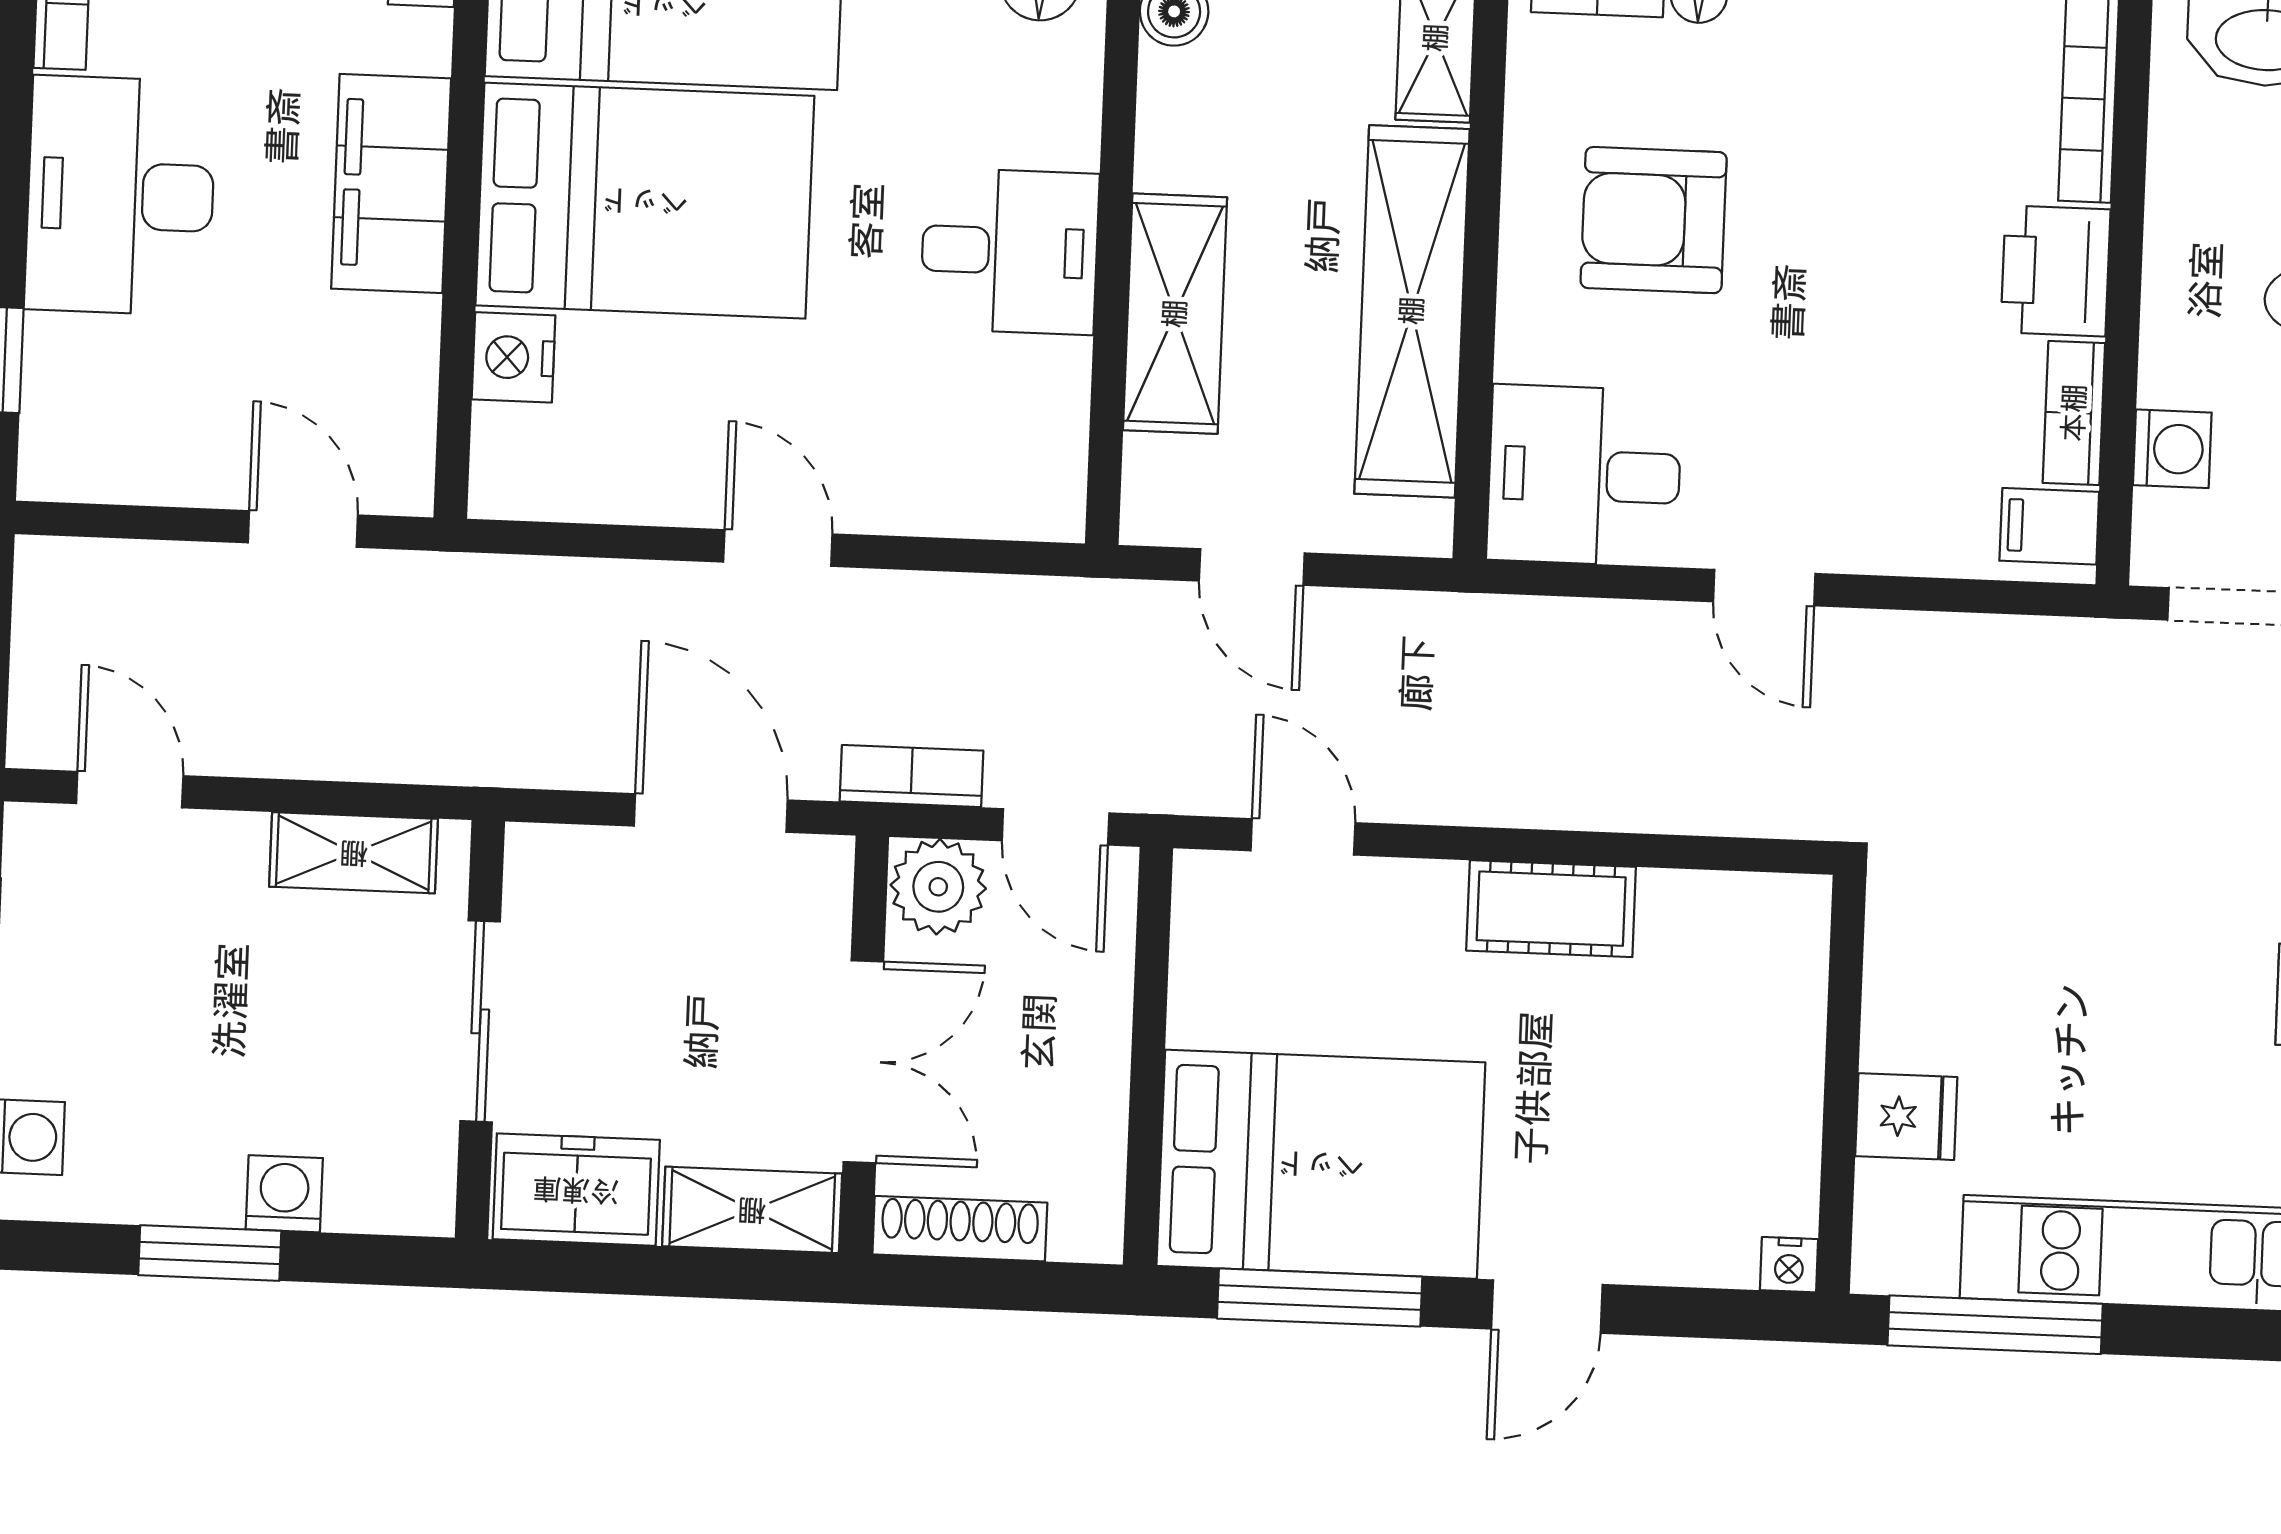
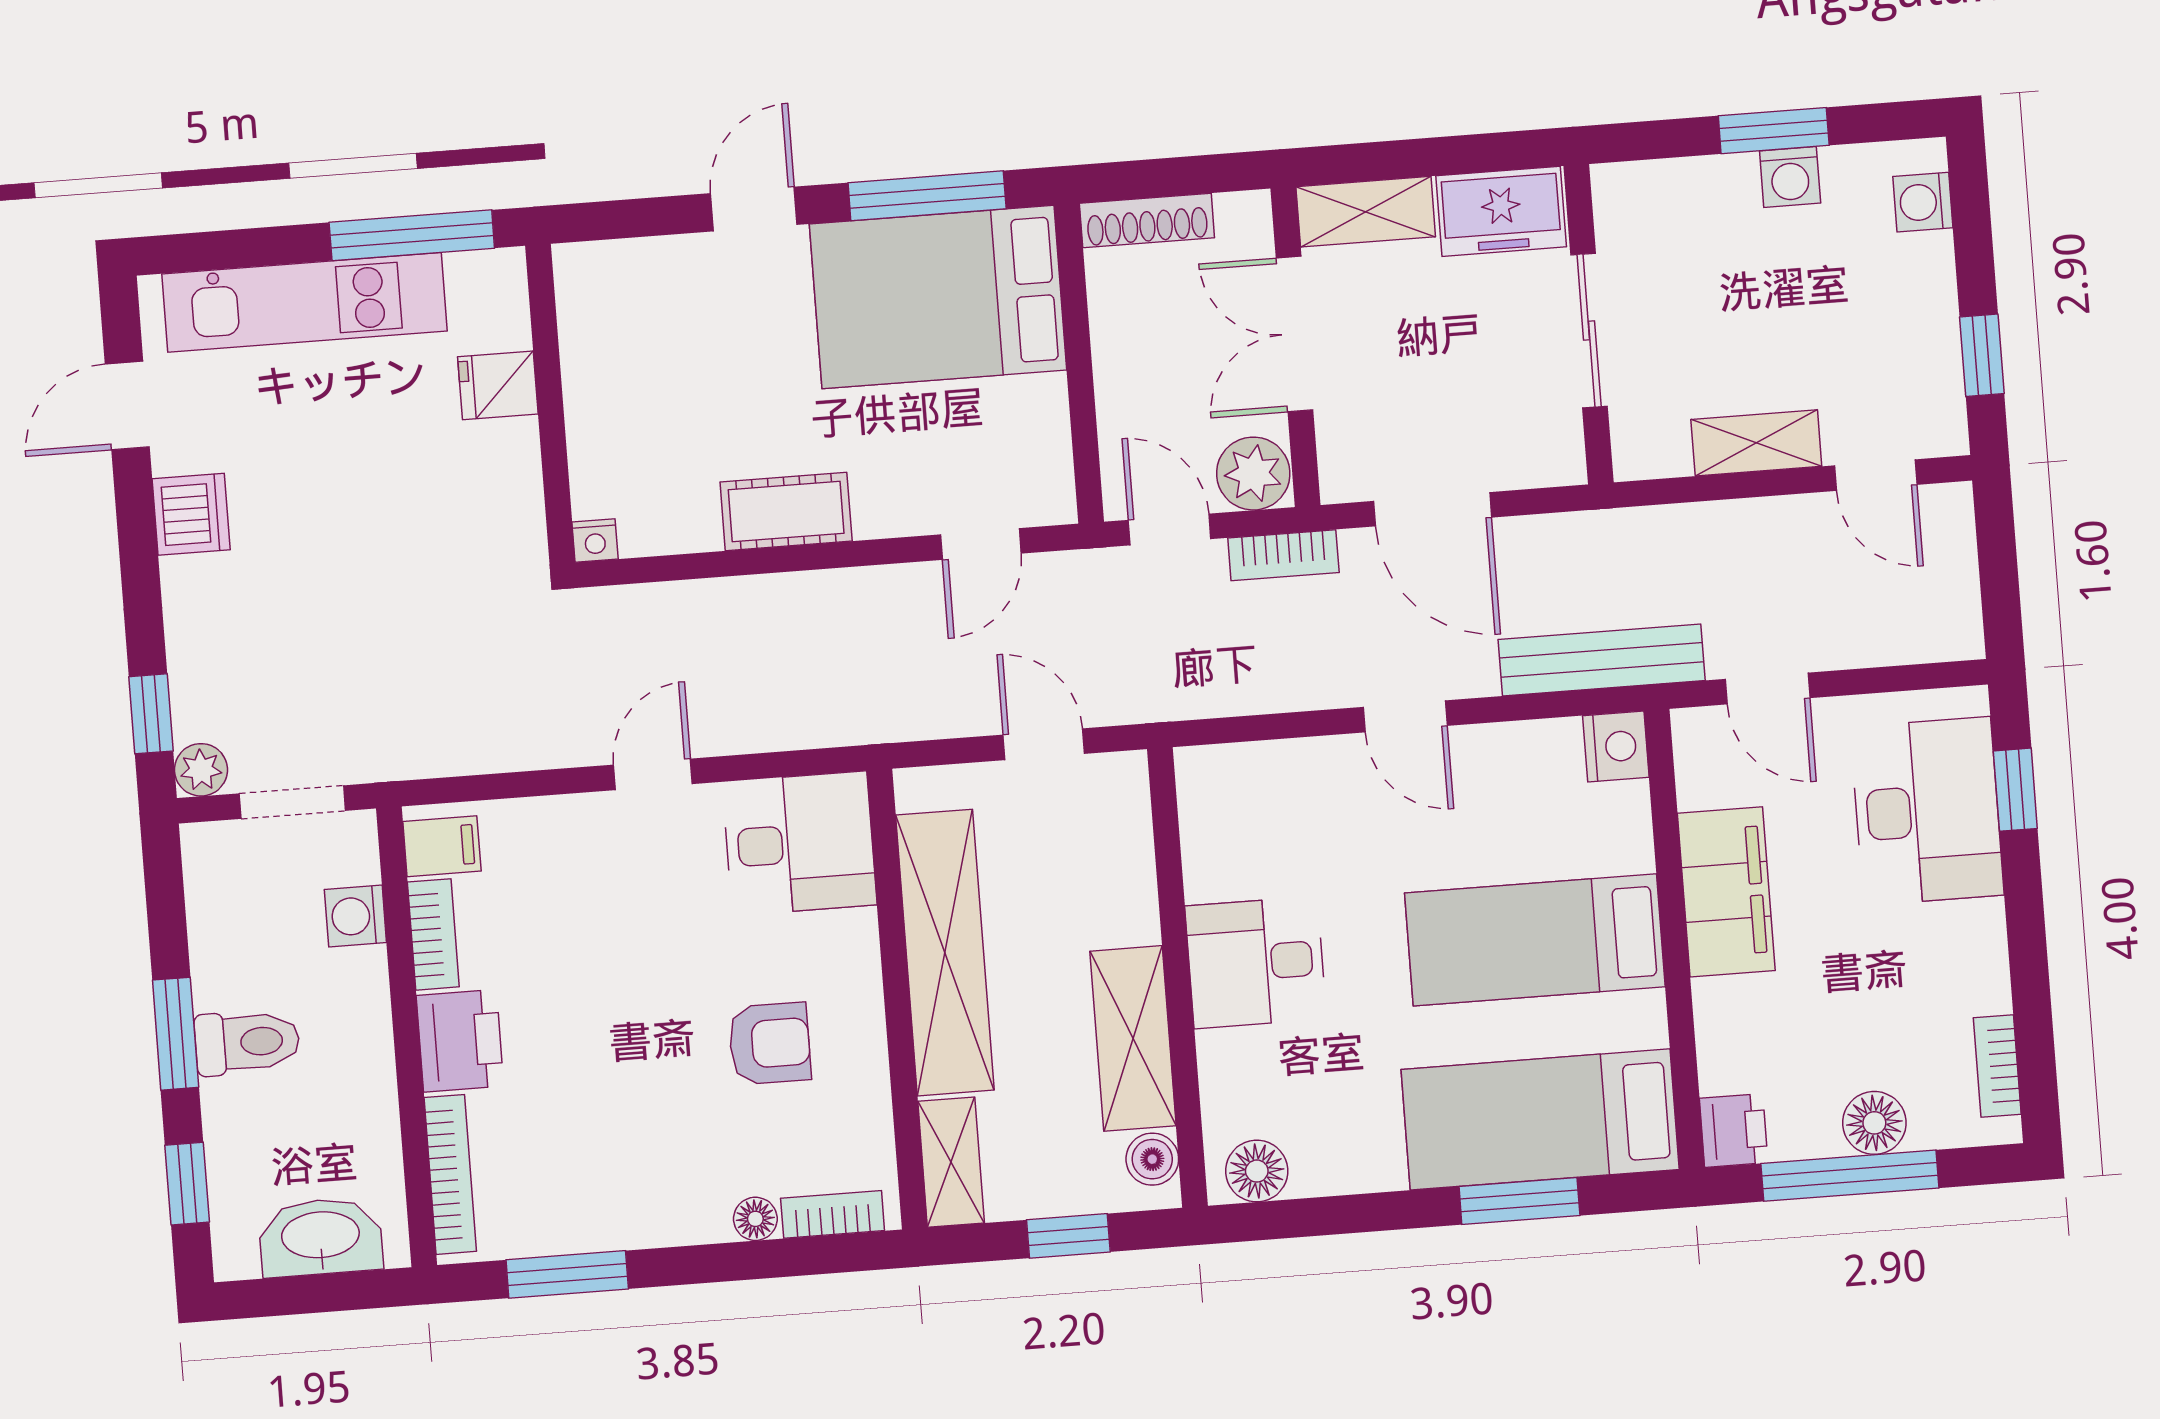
filing cabinet: (391, 183) -> (1726, 892), moved
desk: (120, 196) -> (1927, 811), moved
bed: (645, 201) -> (1535, 940), width x0.67
armchair: (1654, 220) -> (770, 1044), width x0.72, depth x0.72
shelving: (1175, 314) -> (1133, 1038), moved
nightstand: (514, 357) -> (1616, 746), moved
door: (1764, 588) -> (653, 774), hinge flipped
bench: (514, 591) -> (1602, 660), added
door: (1303, 837) -> (981, 544), hinge flipped
shelving: (354, 853) -> (1756, 443), moved
washing machine: (284, 1194) -> (1790, 177), moved
shoe rack: (960, 1229) -> (1147, 220), moved
nightstand: (1789, 1265) -> (595, 540), moved, turned 180

